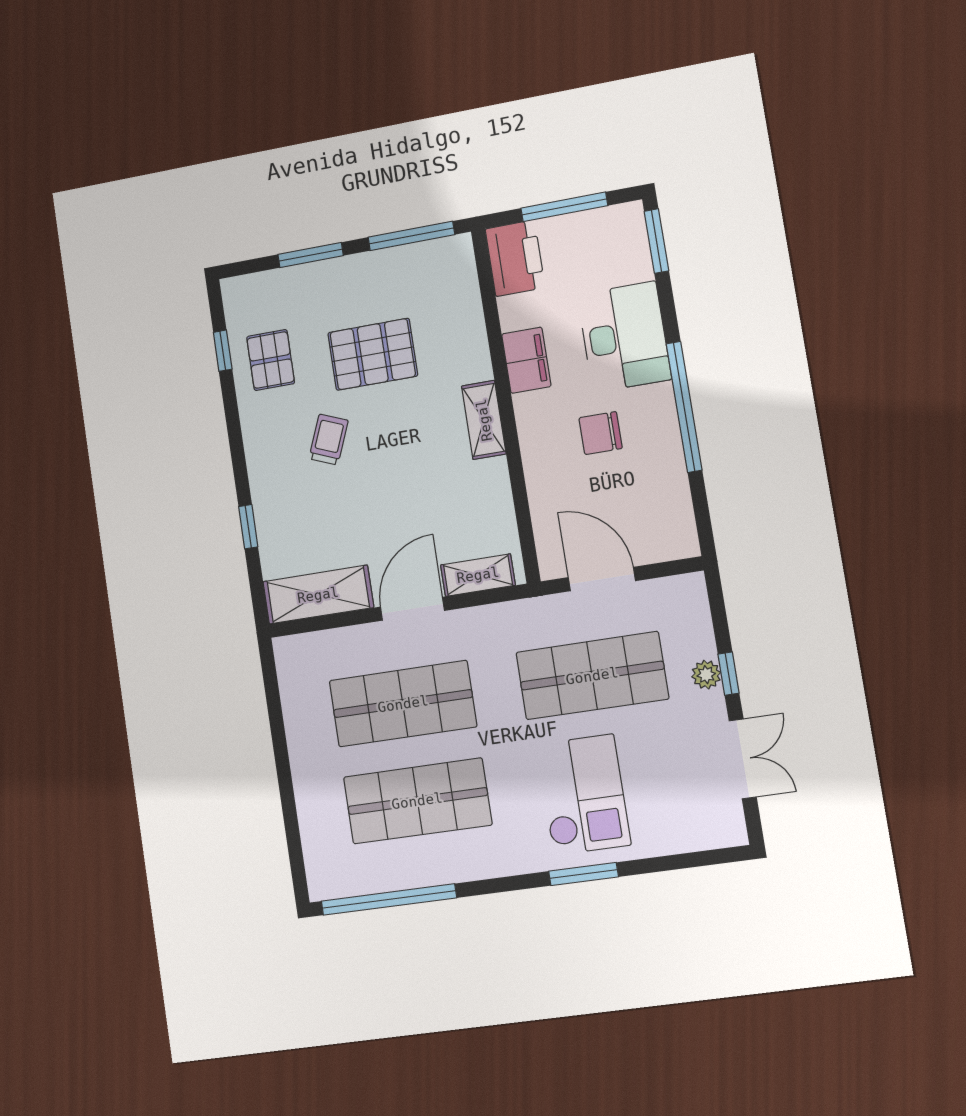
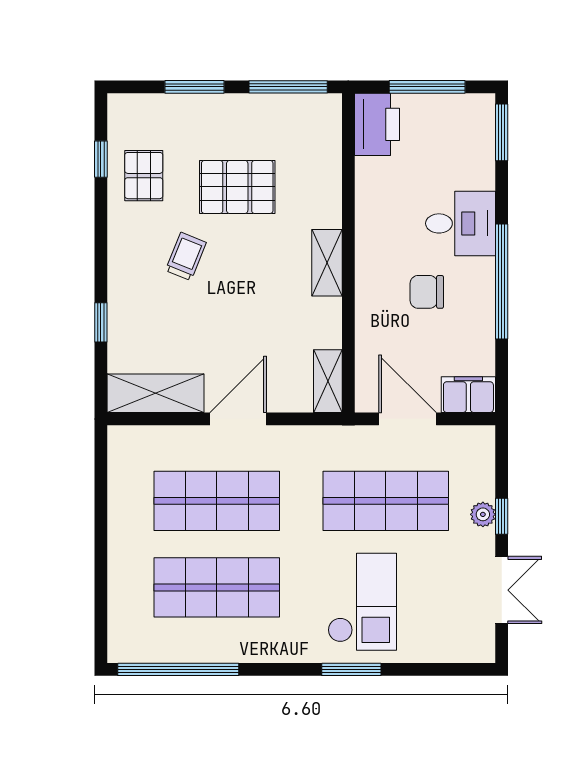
desk: (624, 337) -> (461, 223), width x0.73
filing cabinet: (526, 360) -> (468, 395), moved, turned -90
shelving: (478, 575) -> (328, 381), moved, turned 90

